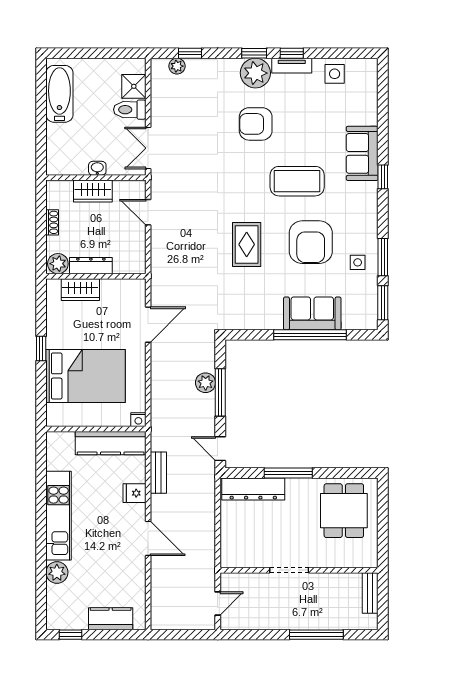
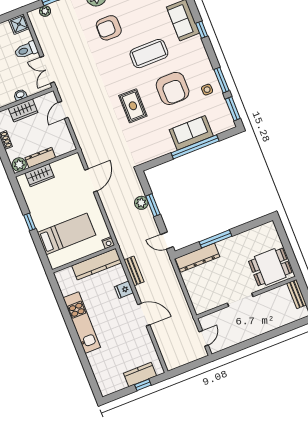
shower: (134, 86) -> (19, 24), moved
door: (148, 212) -> (63, 110), hinge flipped
bed: (86, 376) -> (67, 234), width x0.67
window: (220, 392) -> (153, 205), width x0.69
dining table: (344, 511) -> (270, 267), moved, turned 90
plant: (57, 572) -> (95, 359), removed
window: (70, 635) -> (143, 385), moved
window: (316, 635) -> (273, 334), removed

